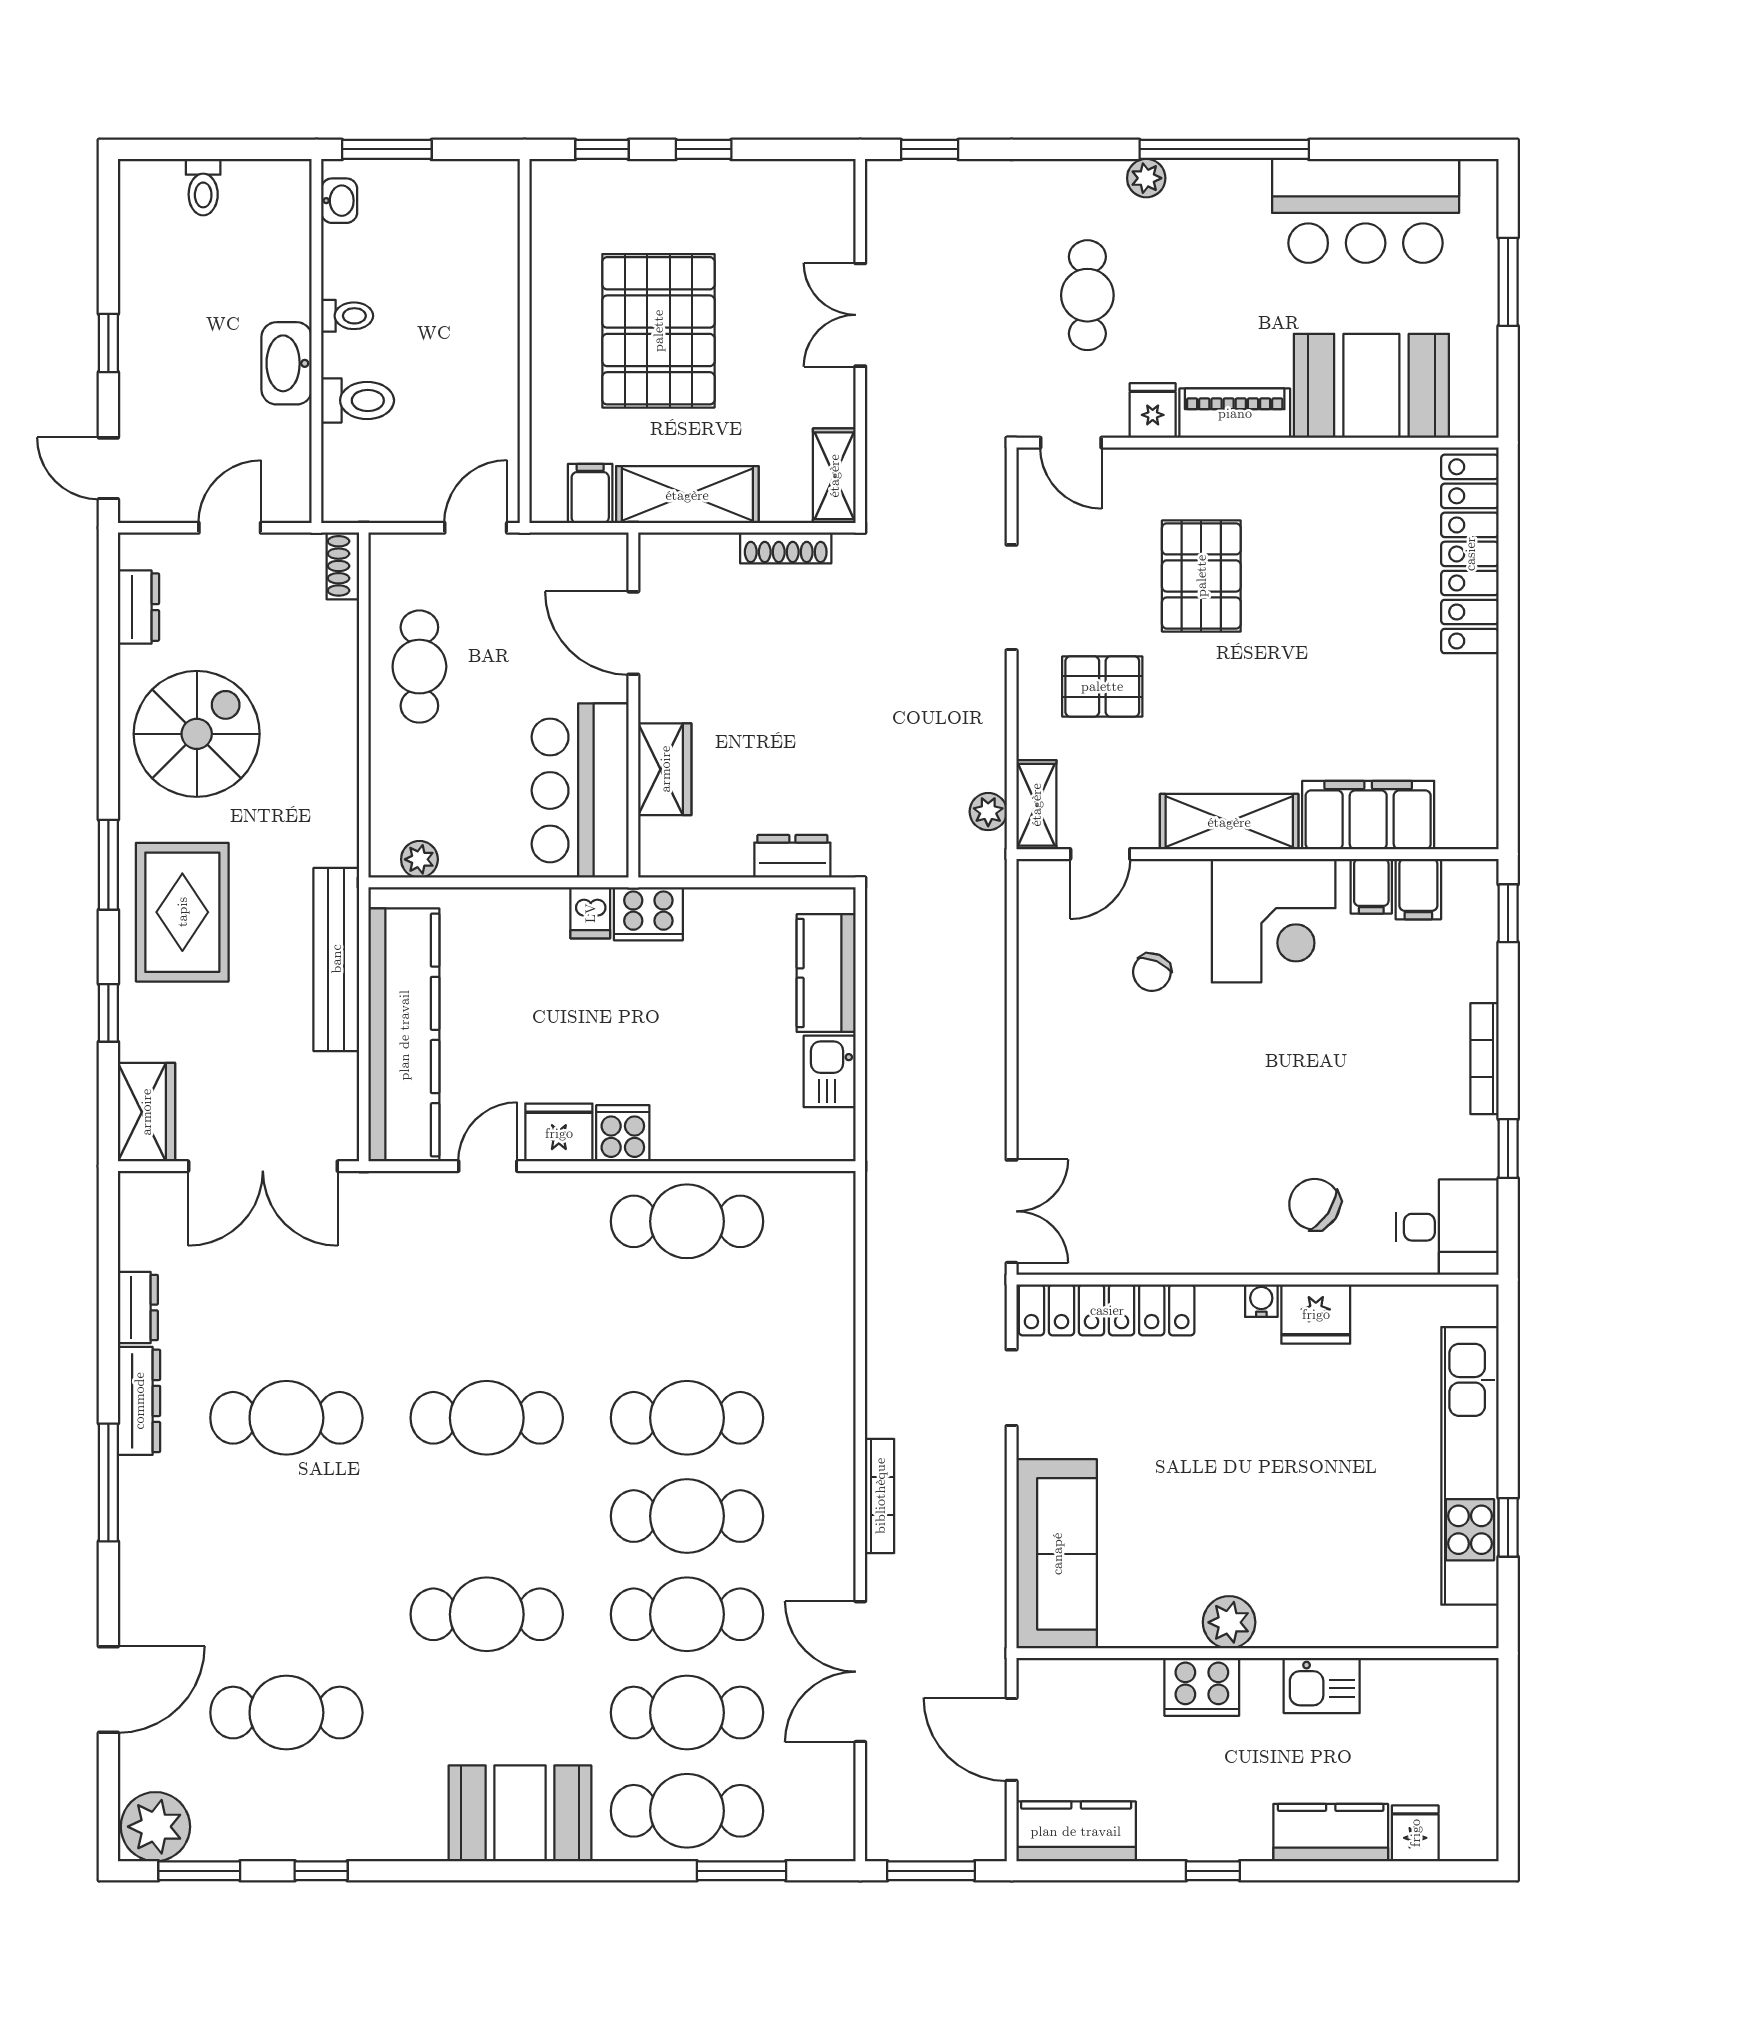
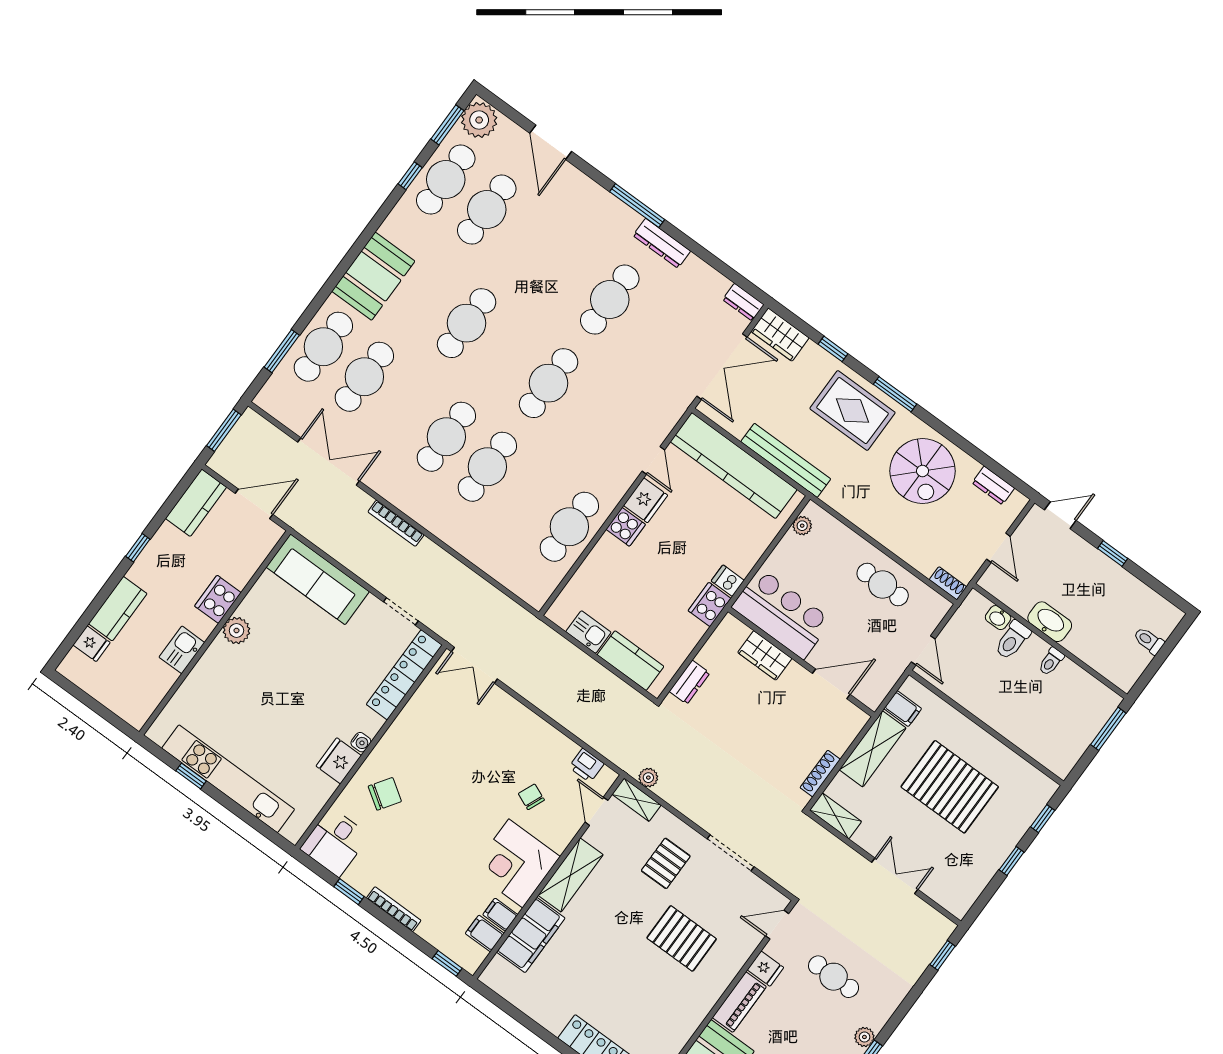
washbasin: (339, 201) -> (998, 618), moved
printer: (1040, 922) -> (586, 765), added
double door: (263, 1166) -> (722, 367), swing flipped
dresser: (138, 1308) -> (743, 302), moved
cafe table: (687, 1614) -> (446, 180), moved

